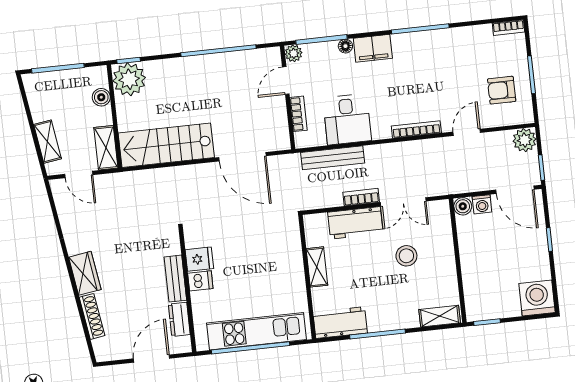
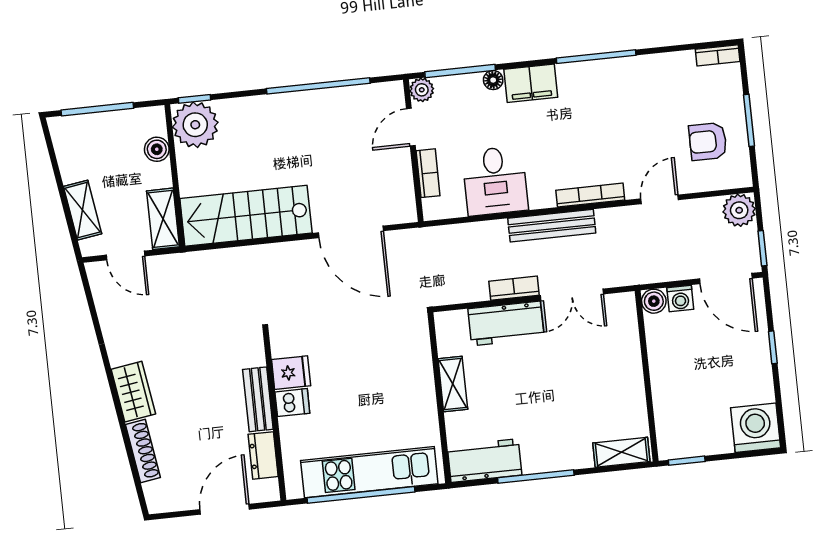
bench: (333, 158) -> (552, 226), moved
stool: (406, 256) -> (576, 369), removed

